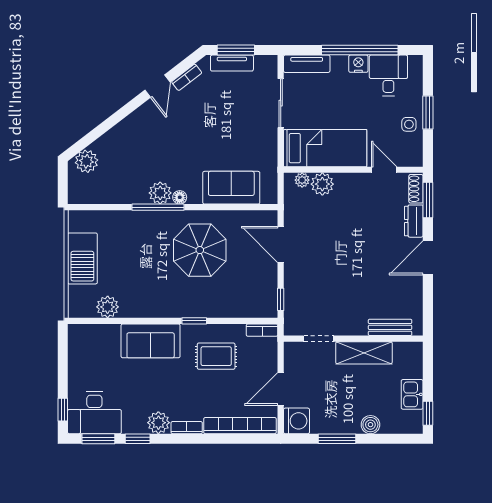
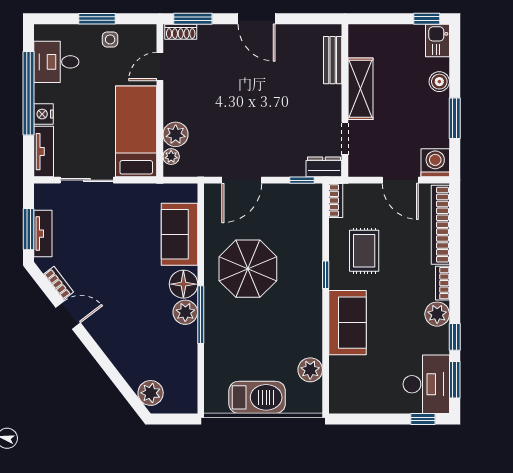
nightstand: (358, 64) -> (44, 114), moved
floor lamp: (180, 197) -> (183, 284), width x1.89, depth x1.89
dresser: (414, 221) -> (324, 167), moved, turned 180
kitchen sink: (412, 394) -> (437, 40), moved, turned 90

